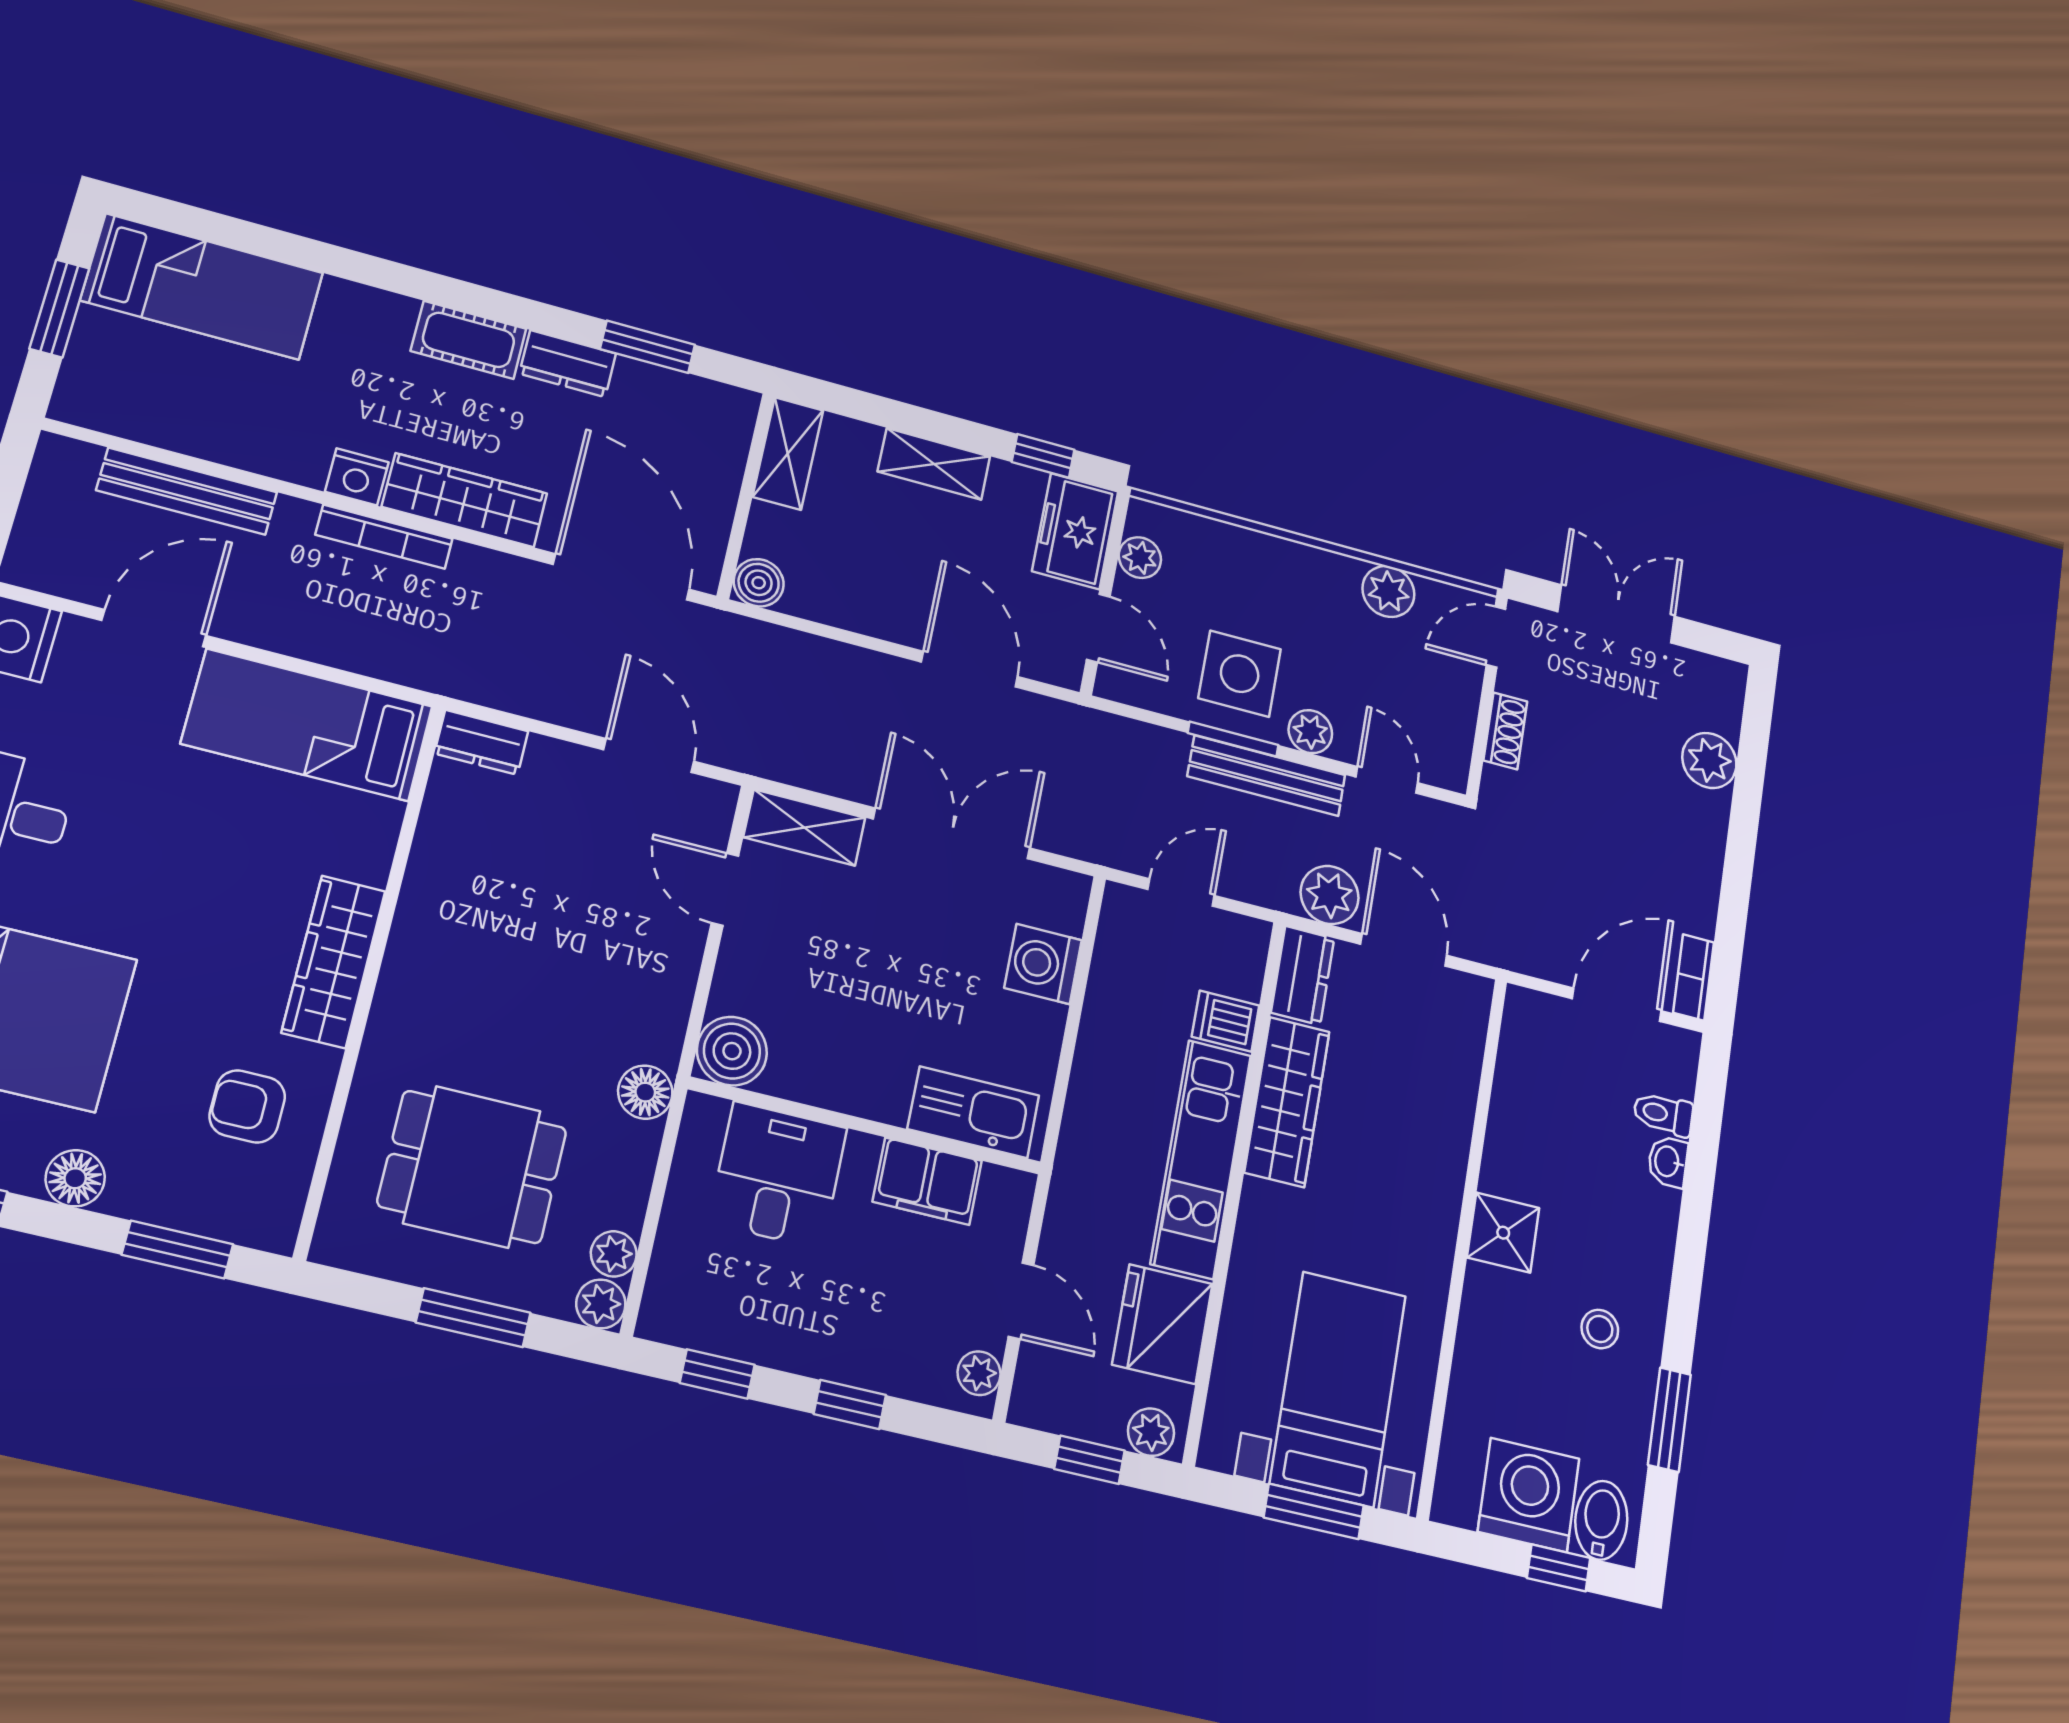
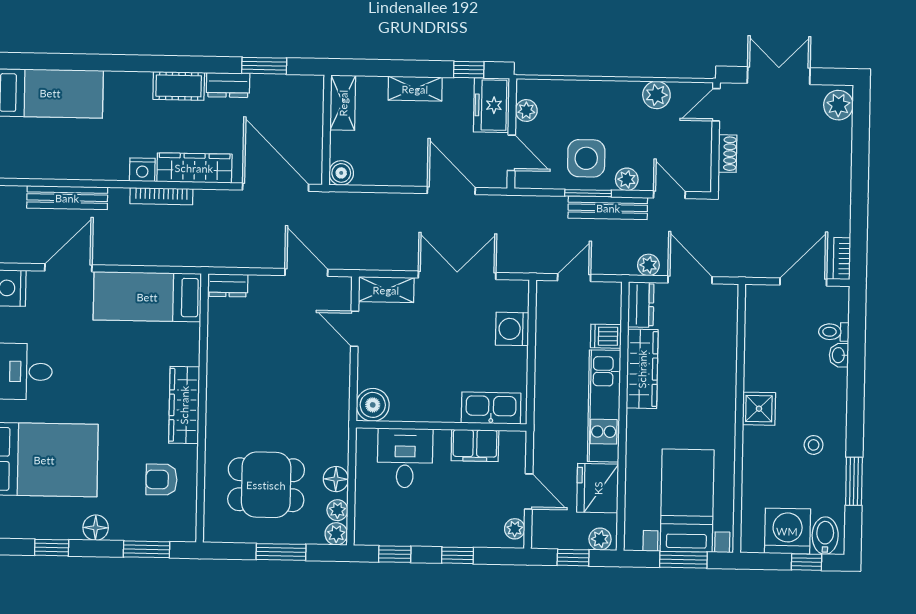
plant: (1709, 760) -> (838, 105), moved
plant: (1330, 895) -> (648, 265), width x0.73, depth x0.73
floor lamp: (645, 1092) -> (336, 479), moved

